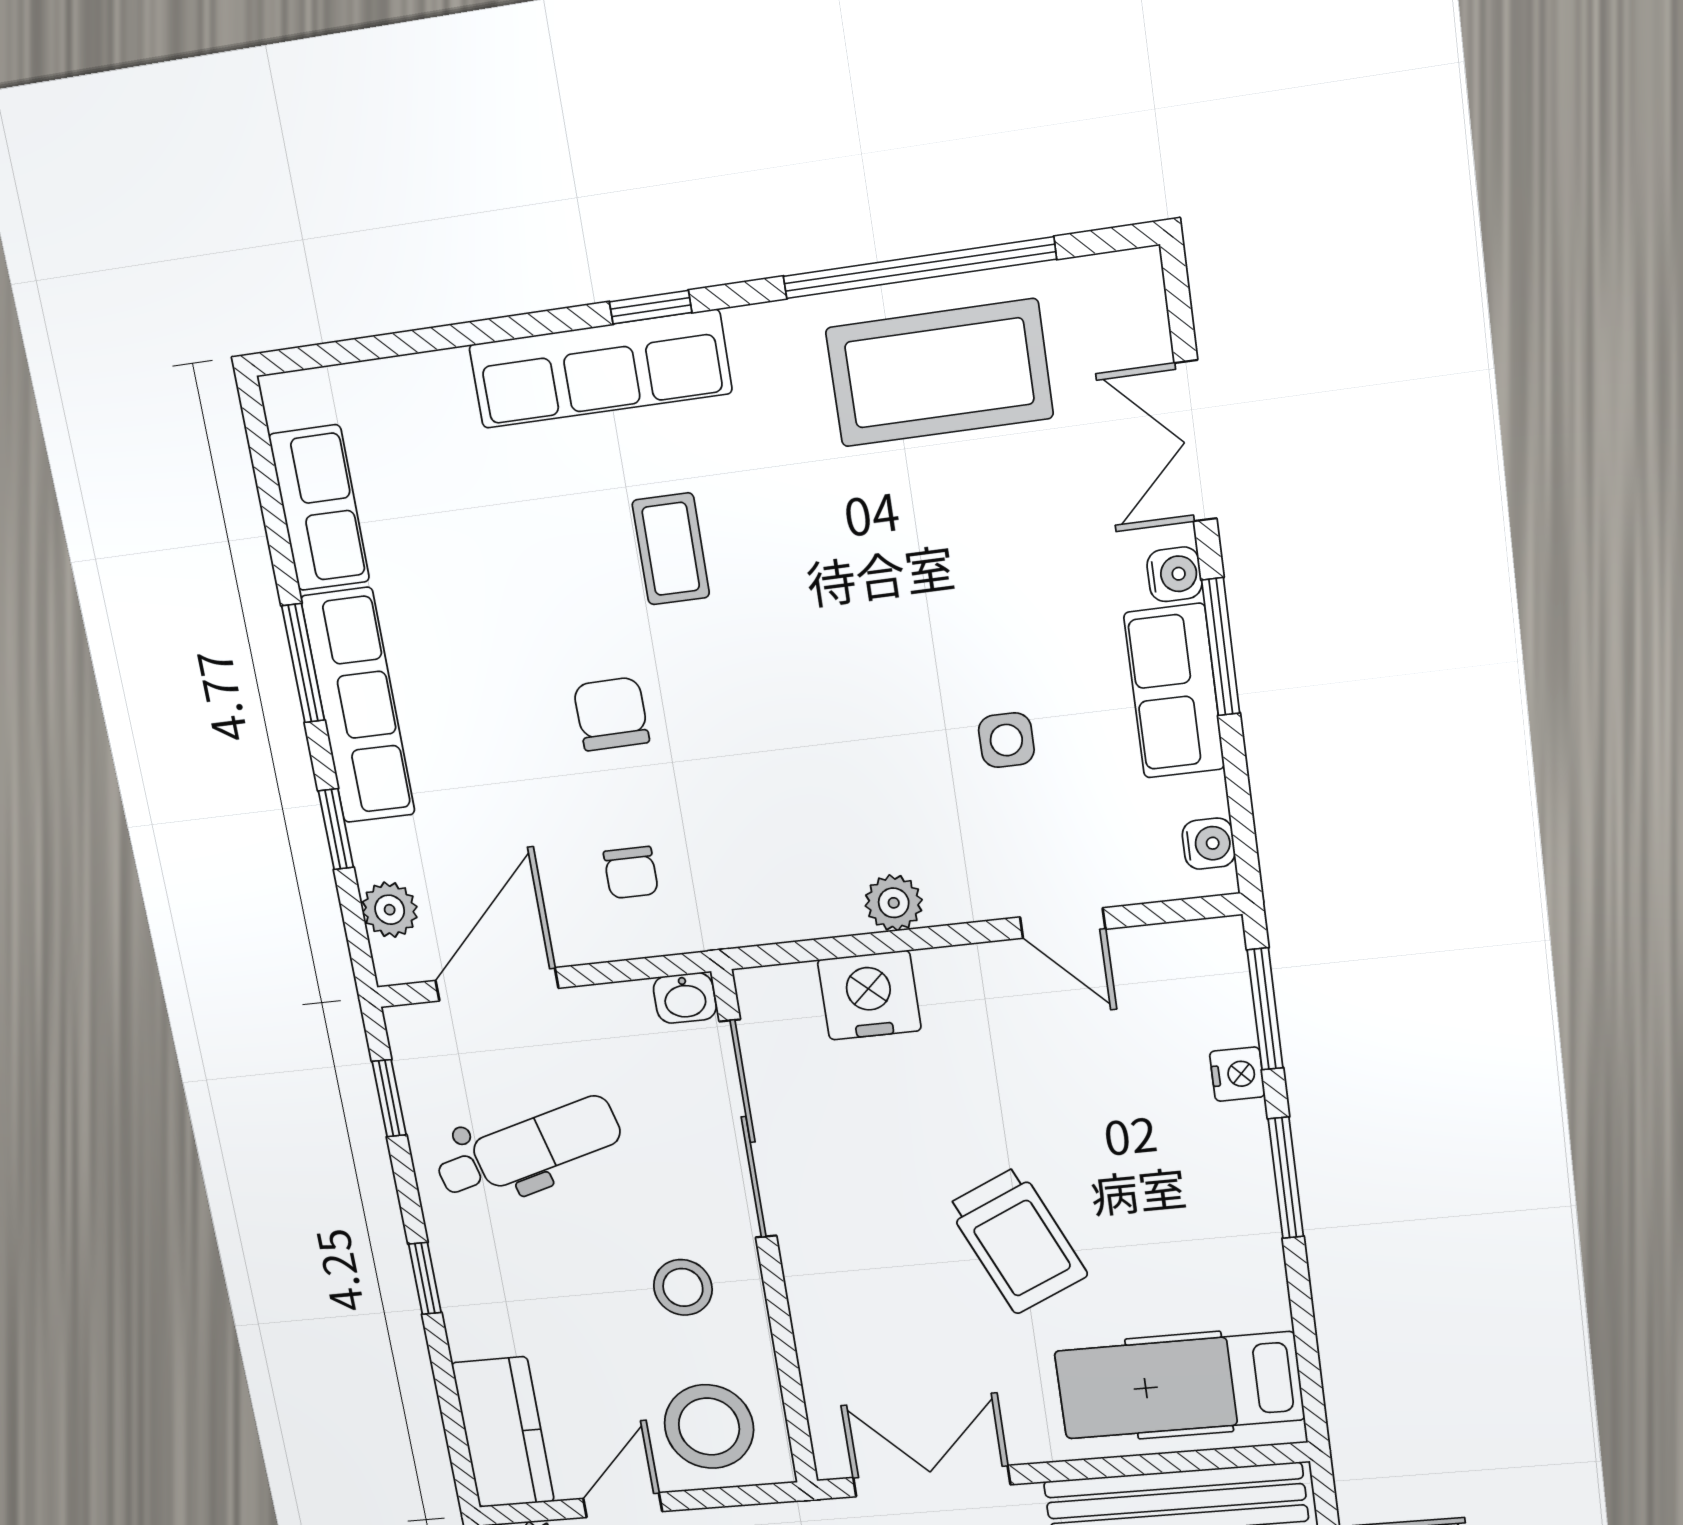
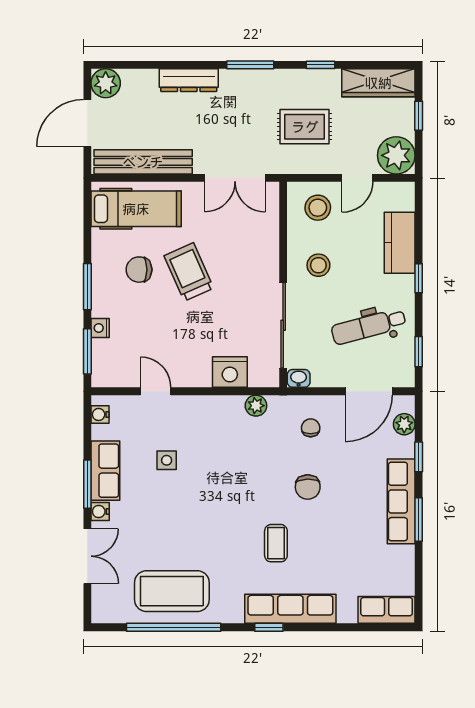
row of seats: (319, 508) -> (387, 610), moved, turned 90
plant: (894, 903) -> (256, 406), moved
chair: (1151, 1234) -> (139, 270), added
stool: (709, 1427) -> (318, 208), width x0.73, depth x0.73
kitchen counter: (503, 1432) -> (400, 243), moved

